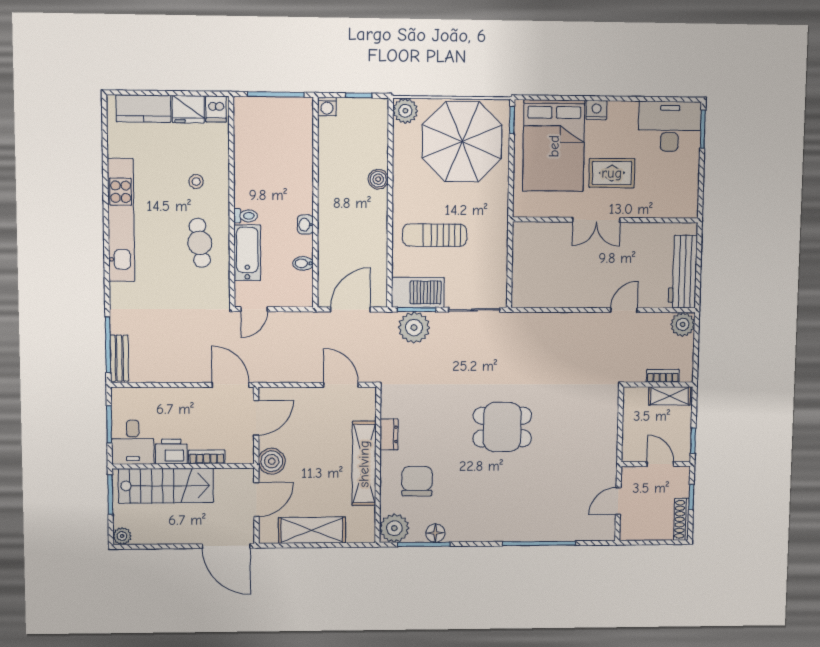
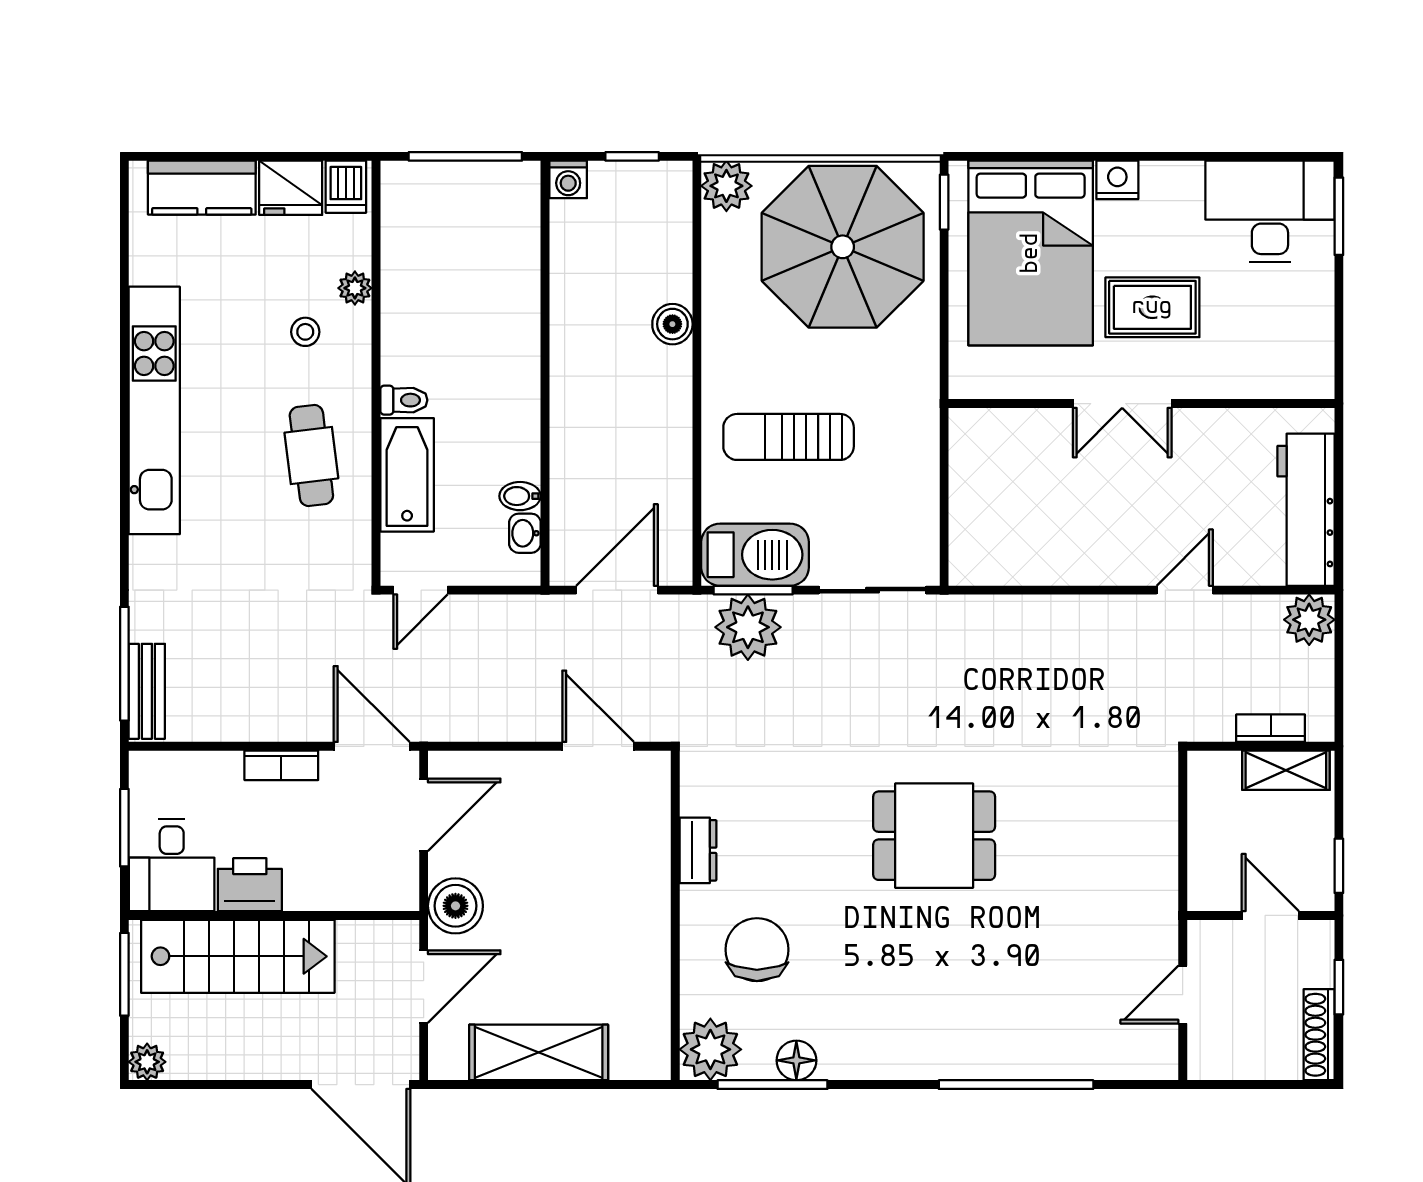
plant: (221, 160) -> (355, 288), added
washbasin: (305, 225) -> (525, 533), moved
bookcase: (207, 457) -> (281, 765), moved, turned 180
shelving: (364, 464) -> (647, 912), removed

